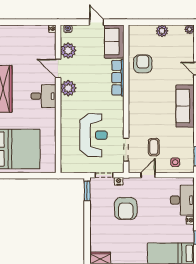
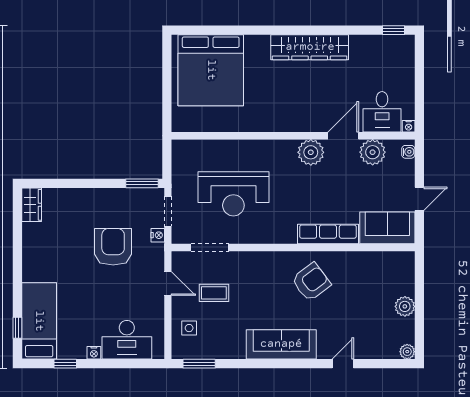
armchair: (143, 64) -> (311, 282), moved, turned -37
desk: (44, 96) -> (382, 112), moved
armchair: (126, 208) -> (113, 247), turned 90

